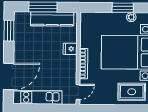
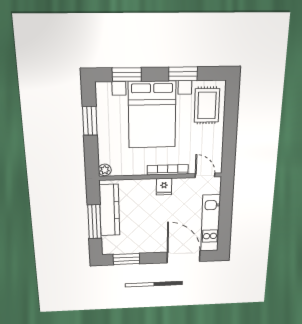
plant: (131, 17) -> (105, 170), moved
fridge: (70, 49) -> (164, 187), moved

